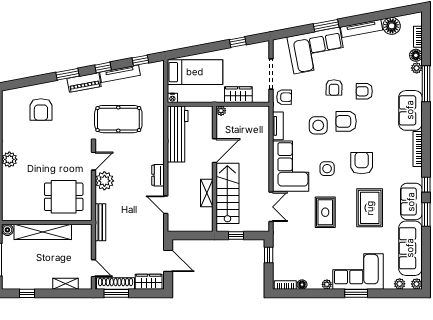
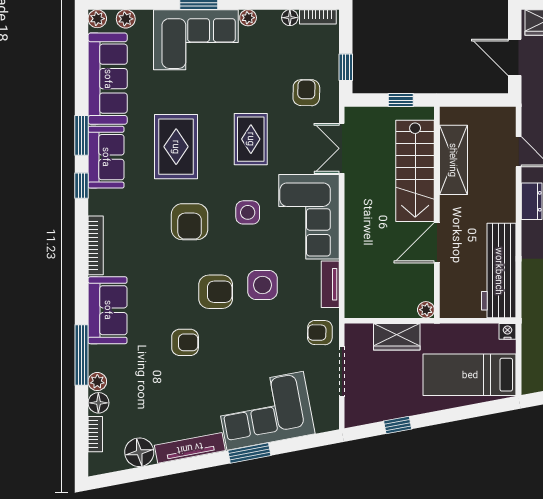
armchair: (334, 88) -> (306, 93), moved
shelving: (207, 193) -> (453, 160), width x1.50, depth x1.33

